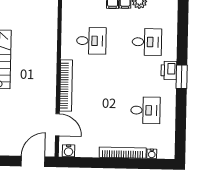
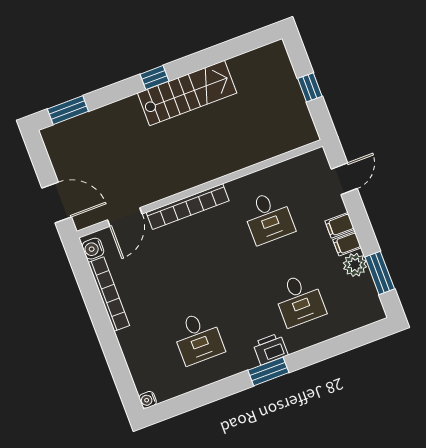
bookcase: (123, 153) -> (109, 294), moved
water cooler: (152, 154) -> (148, 400), moved

